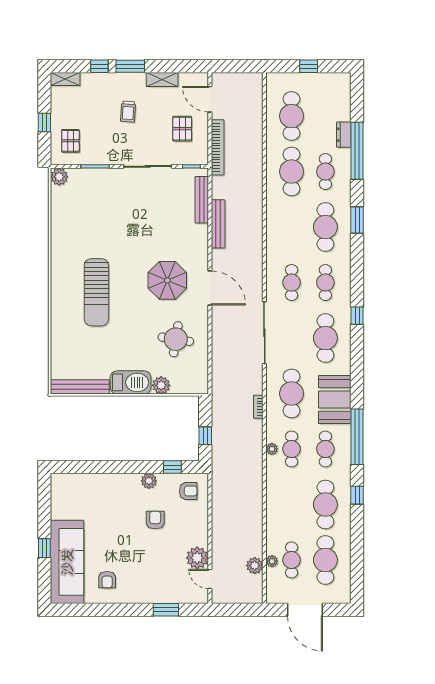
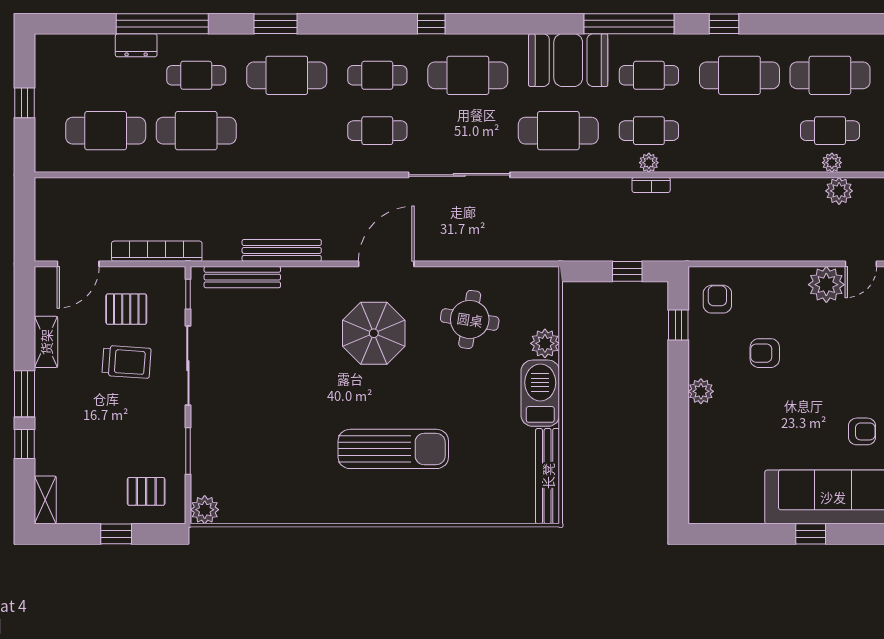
trolley: (128, 112) -> (127, 362), moved, width x1.36, depth x1.39
bookcase: (258, 407) -> (651, 185), moved
plant: (149, 481) -> (701, 391), moved

